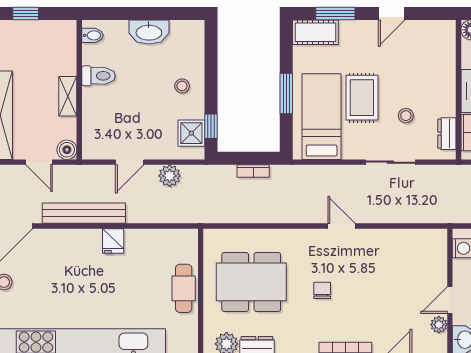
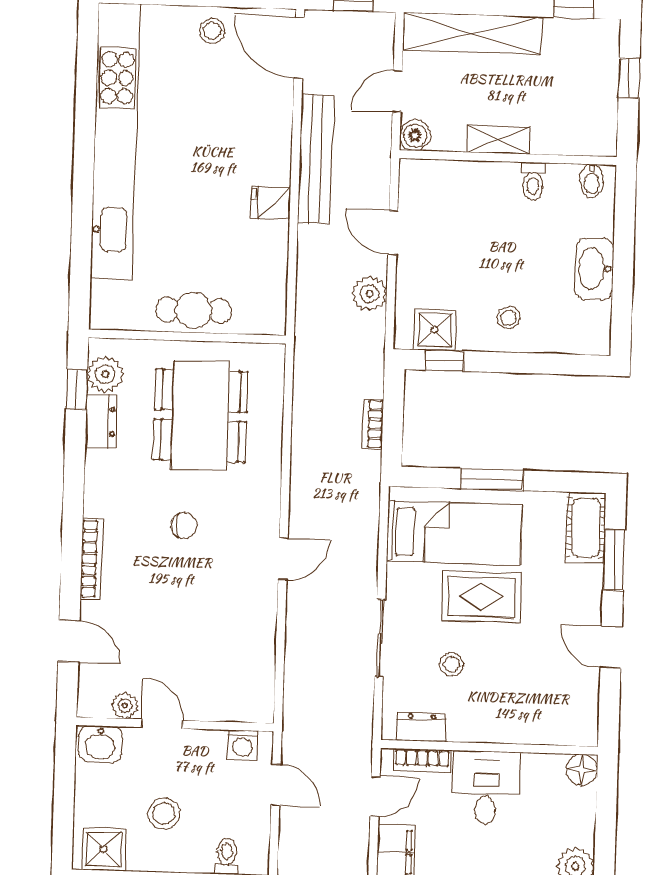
toilet: (99, 76) -> (533, 181), width x0.73, depth x0.72

